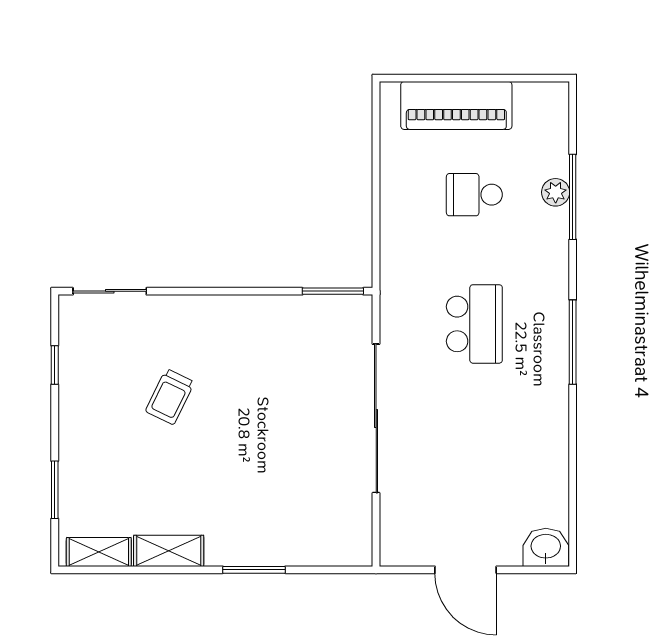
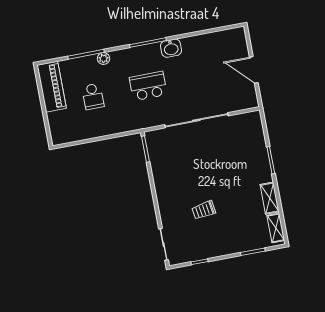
piano: (456, 105) -> (52, 87), moved
plant: (556, 192) -> (104, 59), moved
trolley: (170, 397) -> (204, 210), turned 145
washbasin: (546, 547) -> (171, 48), moved, turned -90
door: (466, 570) -> (254, 70), swing flipped

